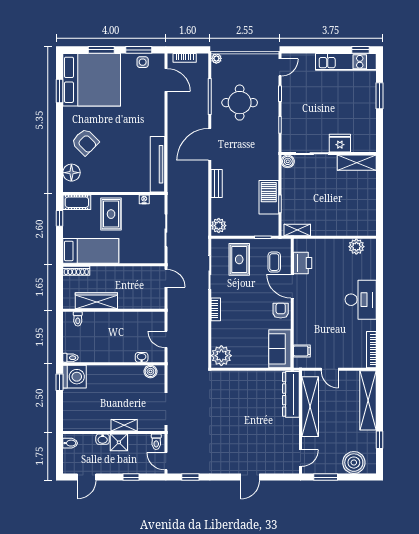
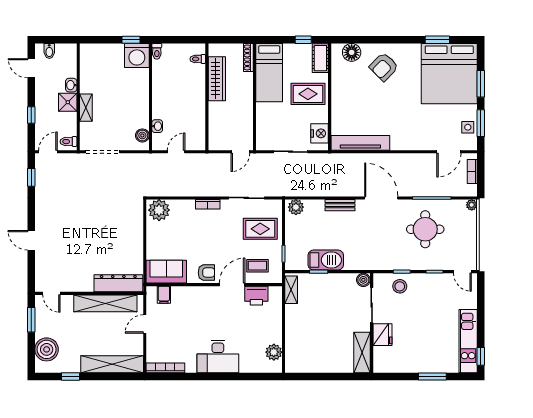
stool: (294, 127) -> (400, 286), added
nightstand: (144, 199) -> (320, 133), width x1.89, depth x1.79
bidet: (70, 443) -> (49, 51), moved

